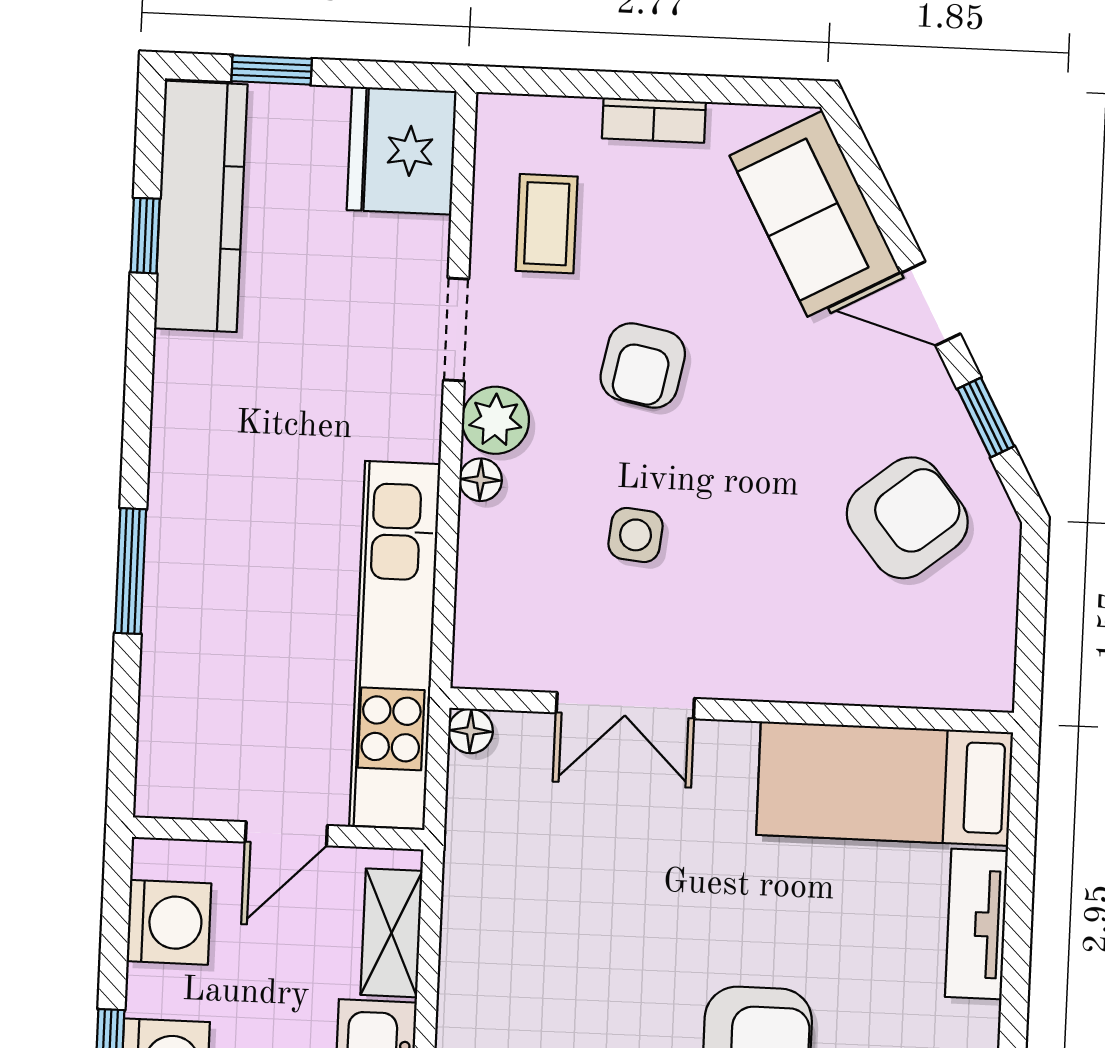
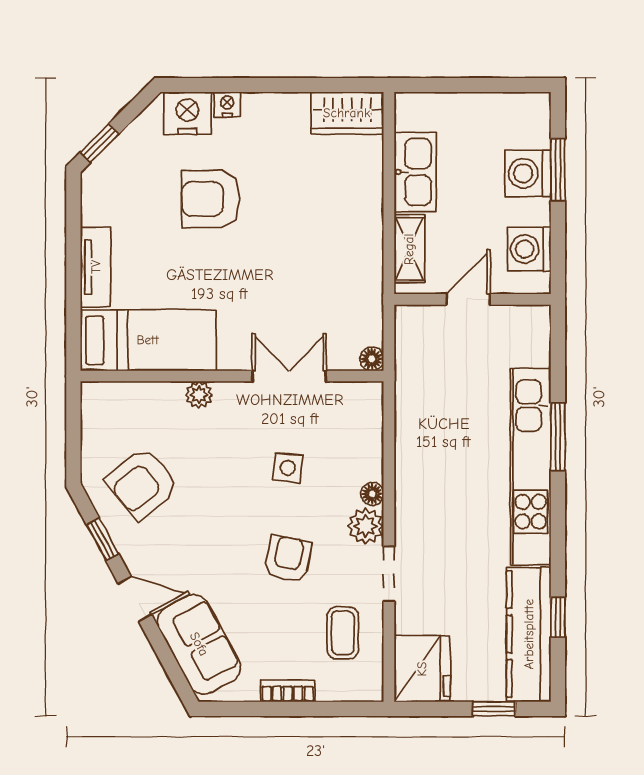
kitchen unit: (395, 645) -> (531, 466), moved, turned 180
plant: (795, 678) -> (199, 395), added

